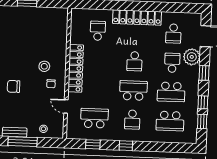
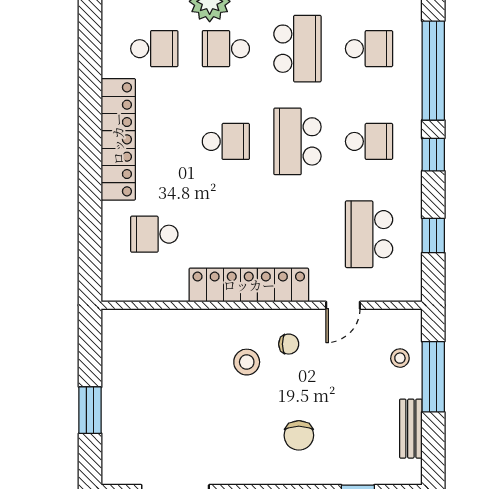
school desk: (170, 121) -> (369, 49), width x0.54
window: (23, 142) -> (433, 377), moved
window: (160, 147) -> (433, 71), added

